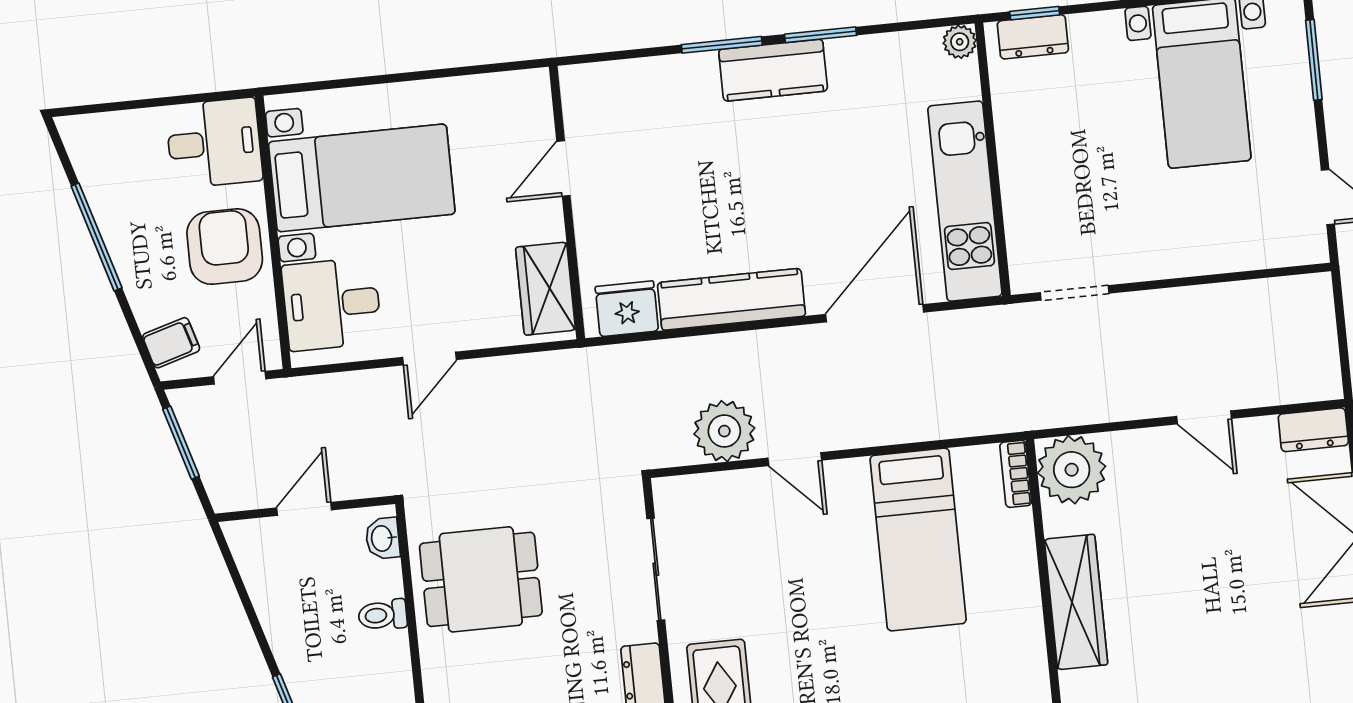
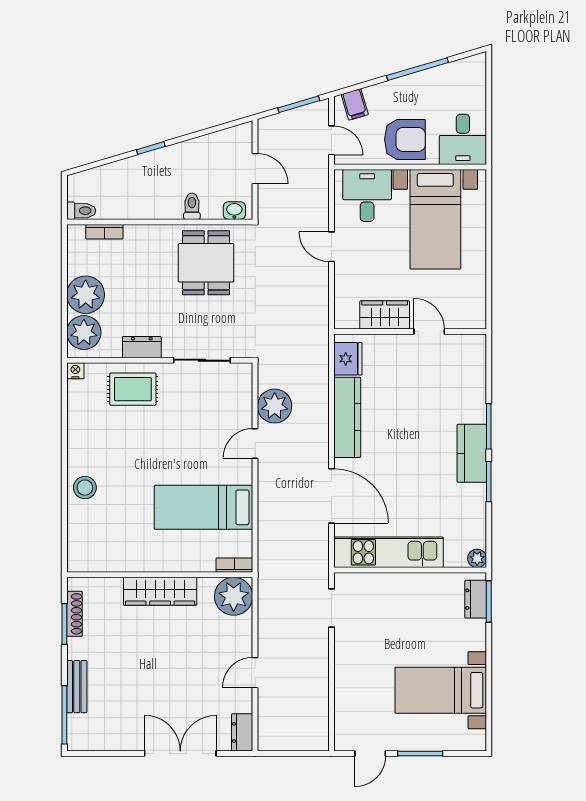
window: (1035, 13) -> (489, 602), width x1.50
window: (1314, 60) -> (420, 754), moved
wardrobe: (546, 289) -> (385, 315), moved

